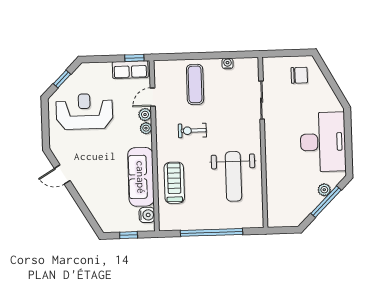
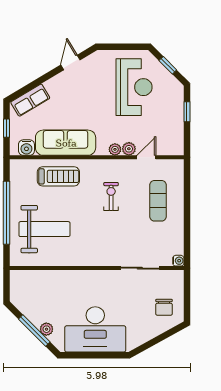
window: (134, 58) -> (187, 112), moved
water cooler: (228, 63) -> (178, 261), moved
row of seats: (130, 70) -> (30, 100), moved, turned -121
exercise mat: (195, 84) -> (158, 201), turned 90
door: (153, 97) -> (146, 157), hinge flipped
weight bench: (233, 176) -> (44, 229), moved, turned 180

